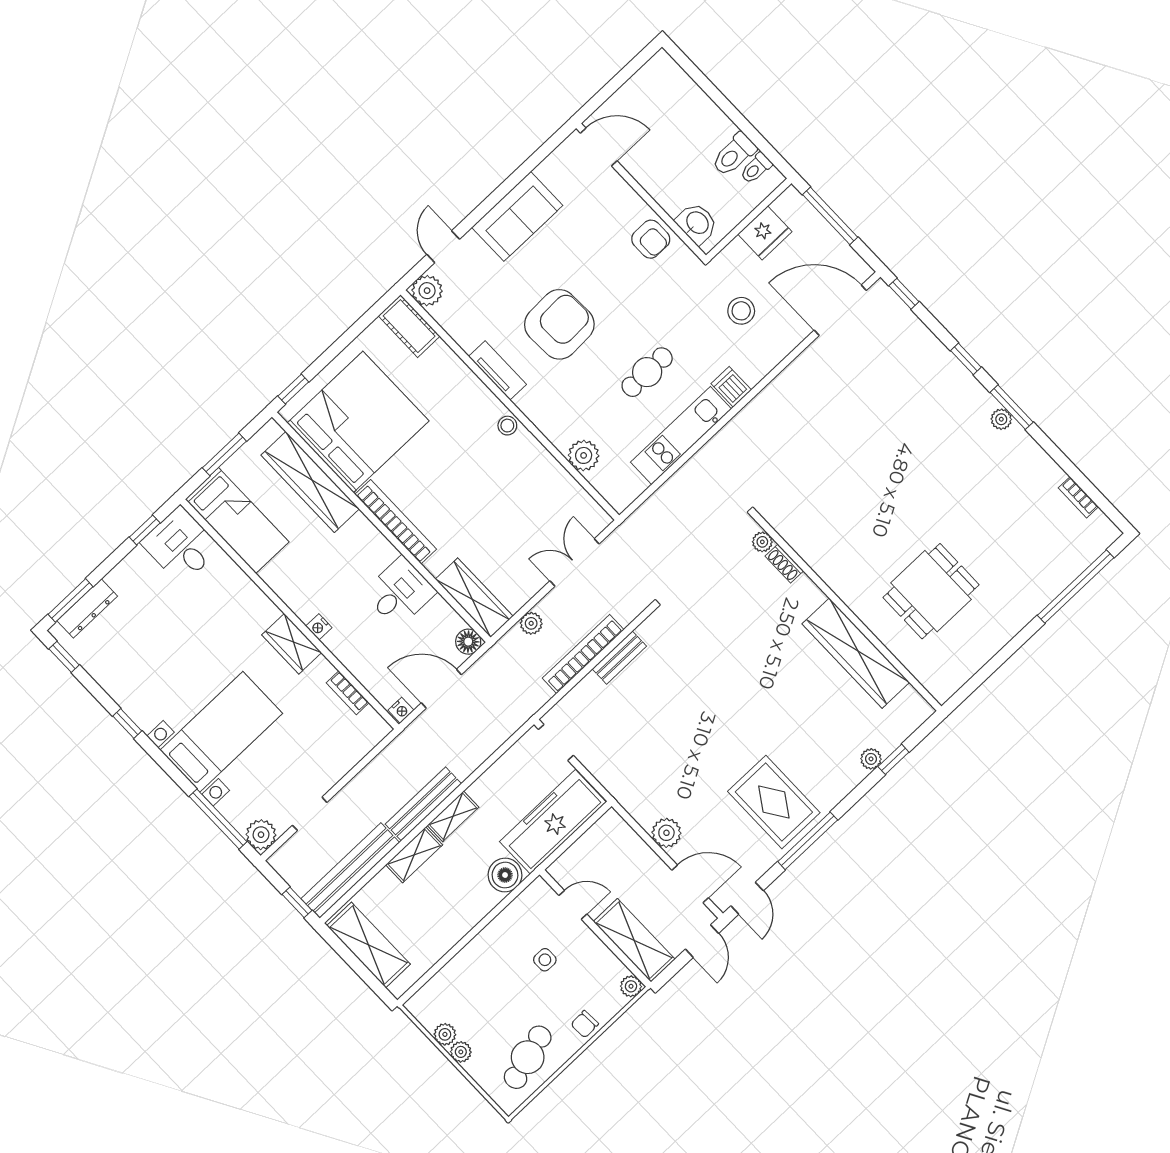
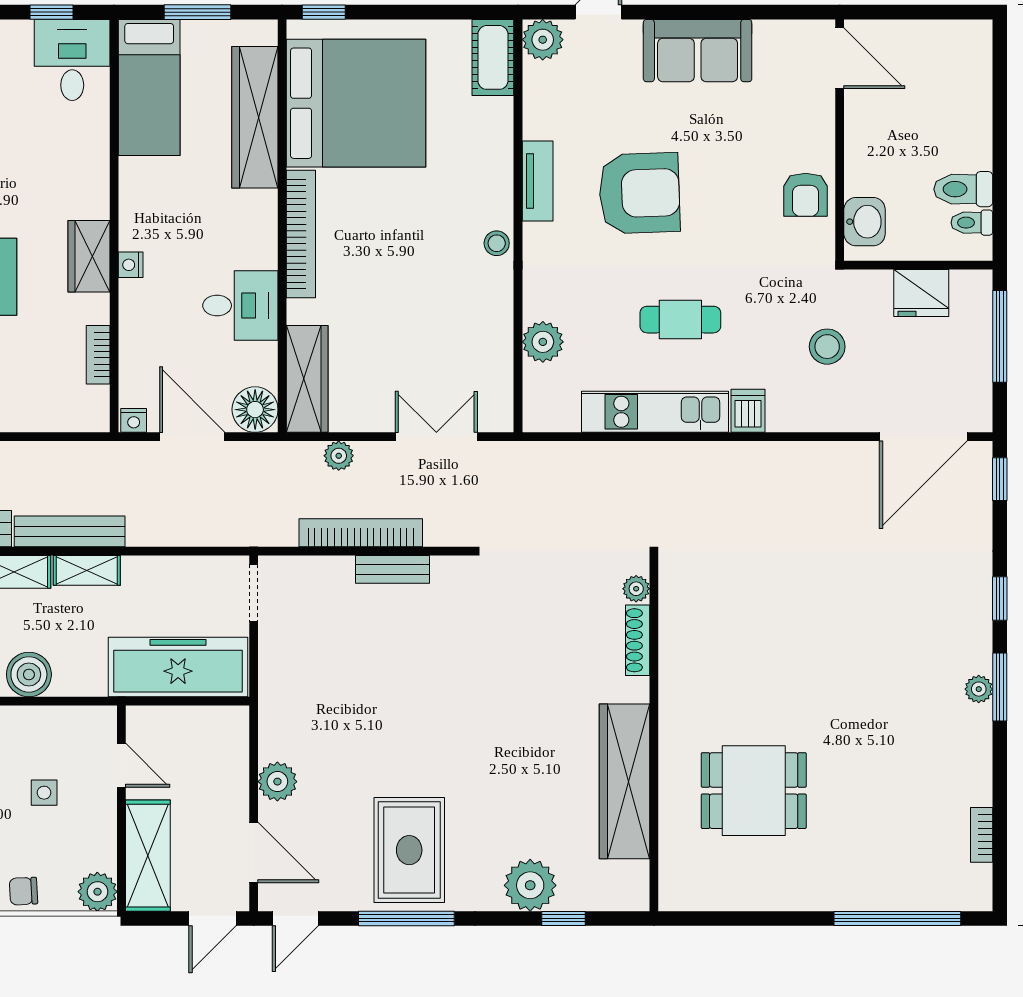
door: (840, 310) -> (923, 437), swing flipped
shoe rack: (784, 563) -> (638, 640), width x1.43
floor lamp: (468, 642) -> (255, 410), width x1.38, depth x1.38
plant: (871, 759) -> (530, 885), width x1.87, depth x1.87
boiler: (505, 875) -> (29, 674), moved
plant: (631, 986) -> (97, 892), width x1.38, depth x1.38

